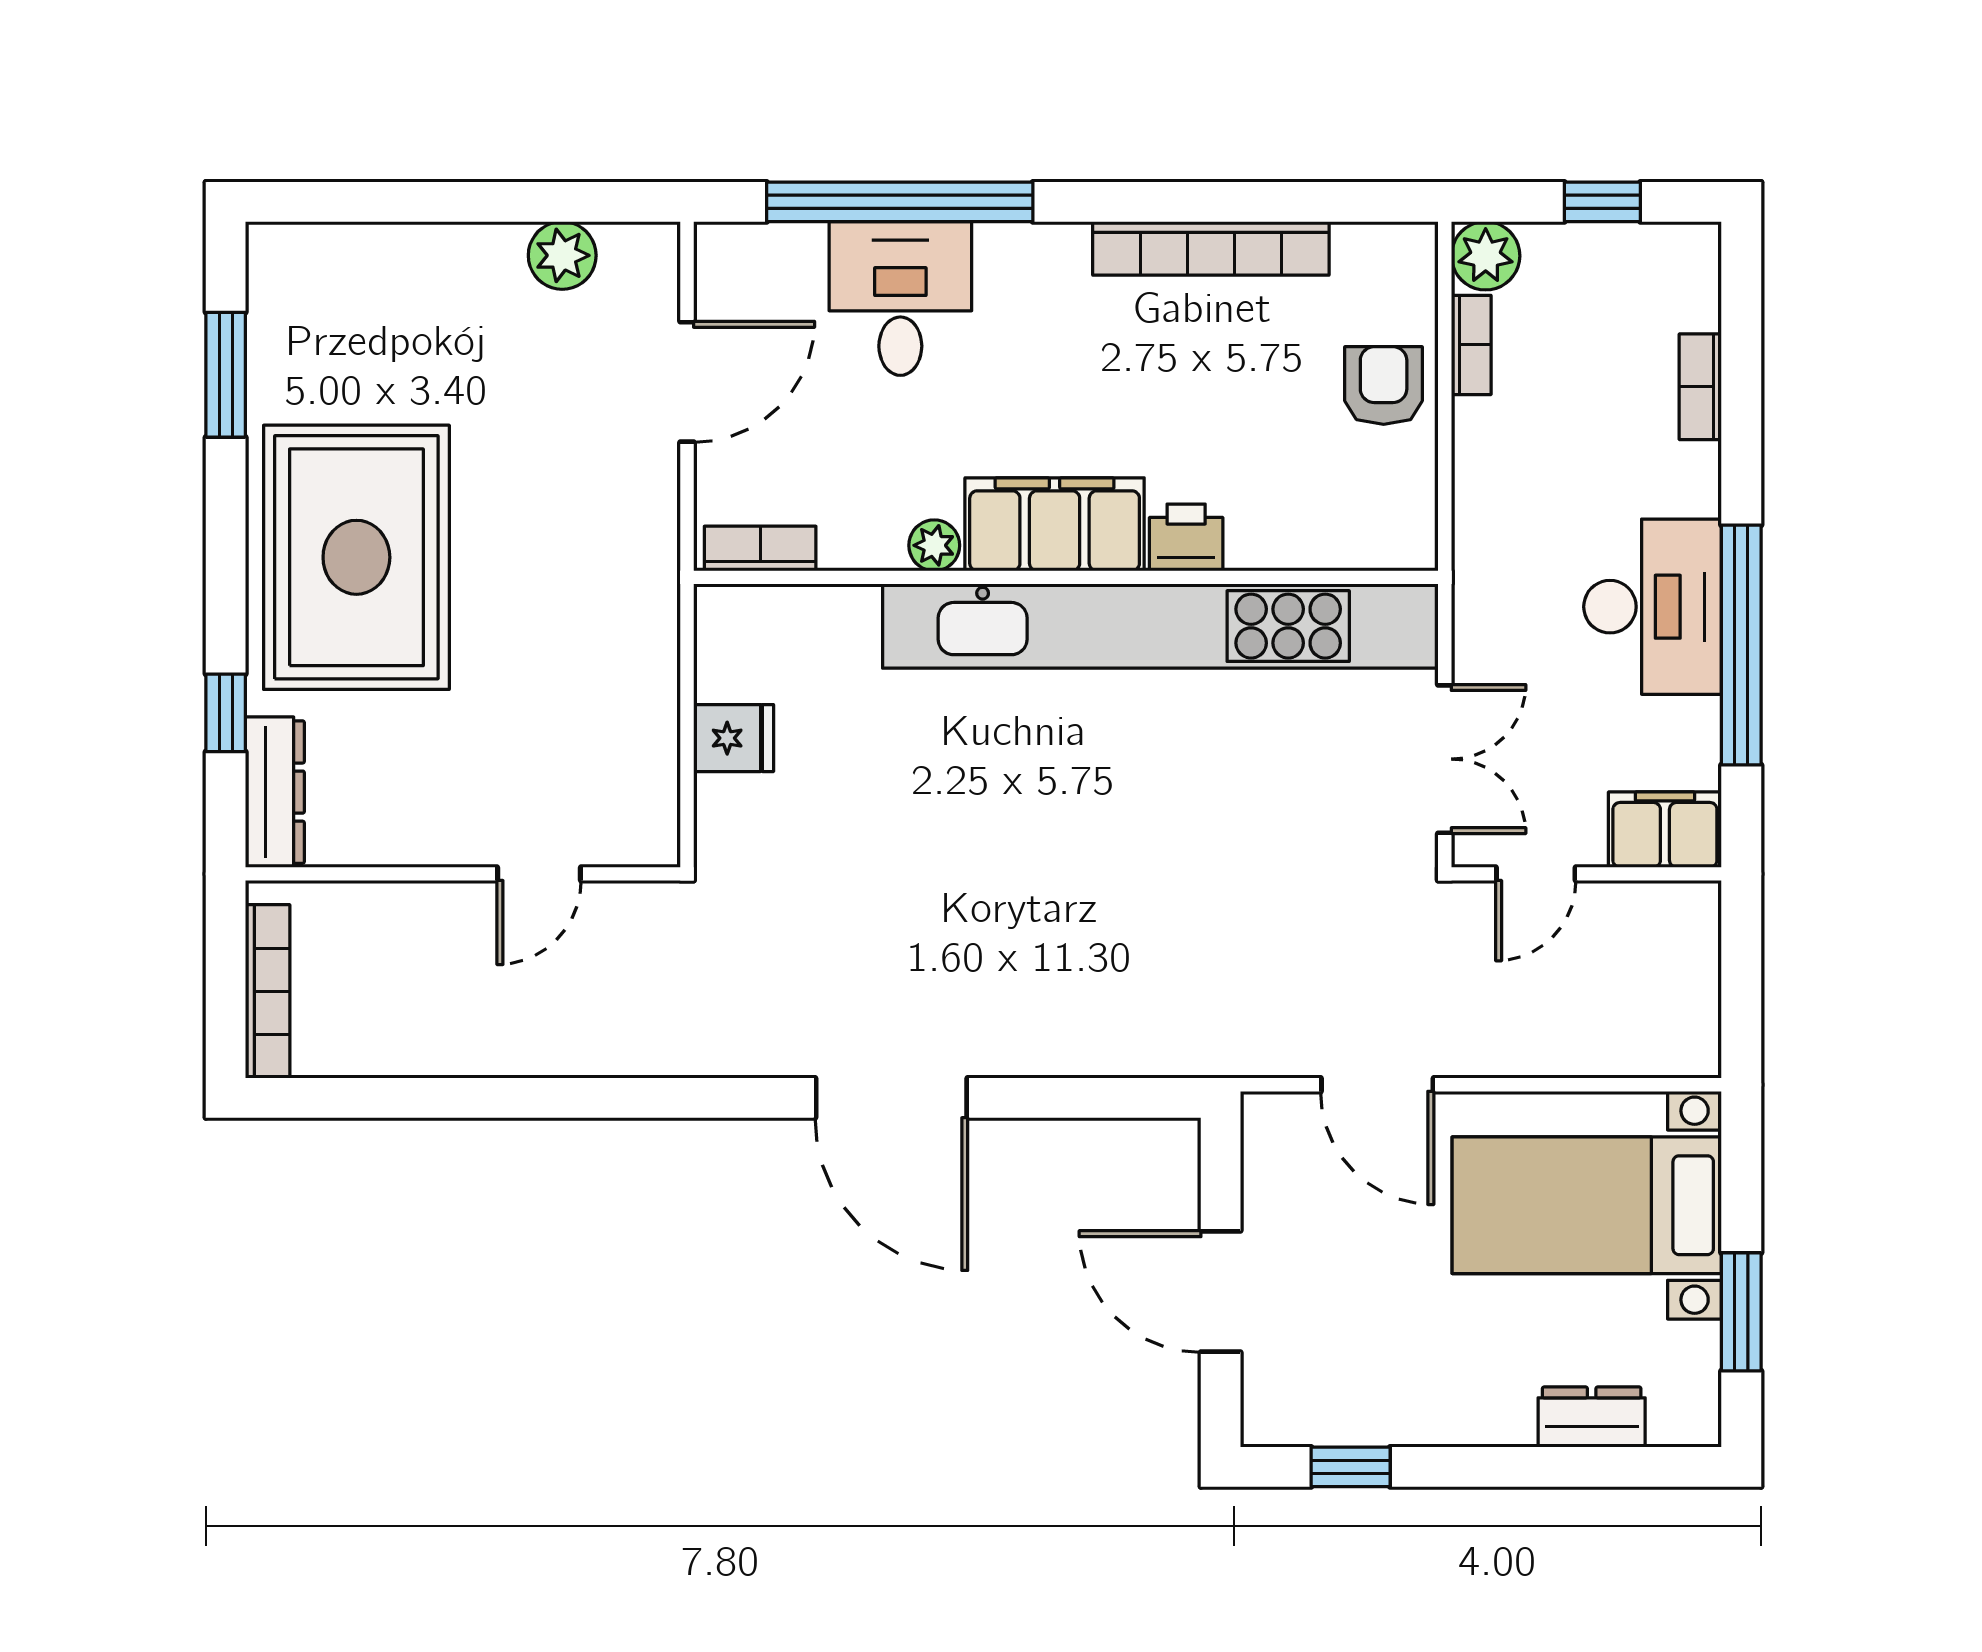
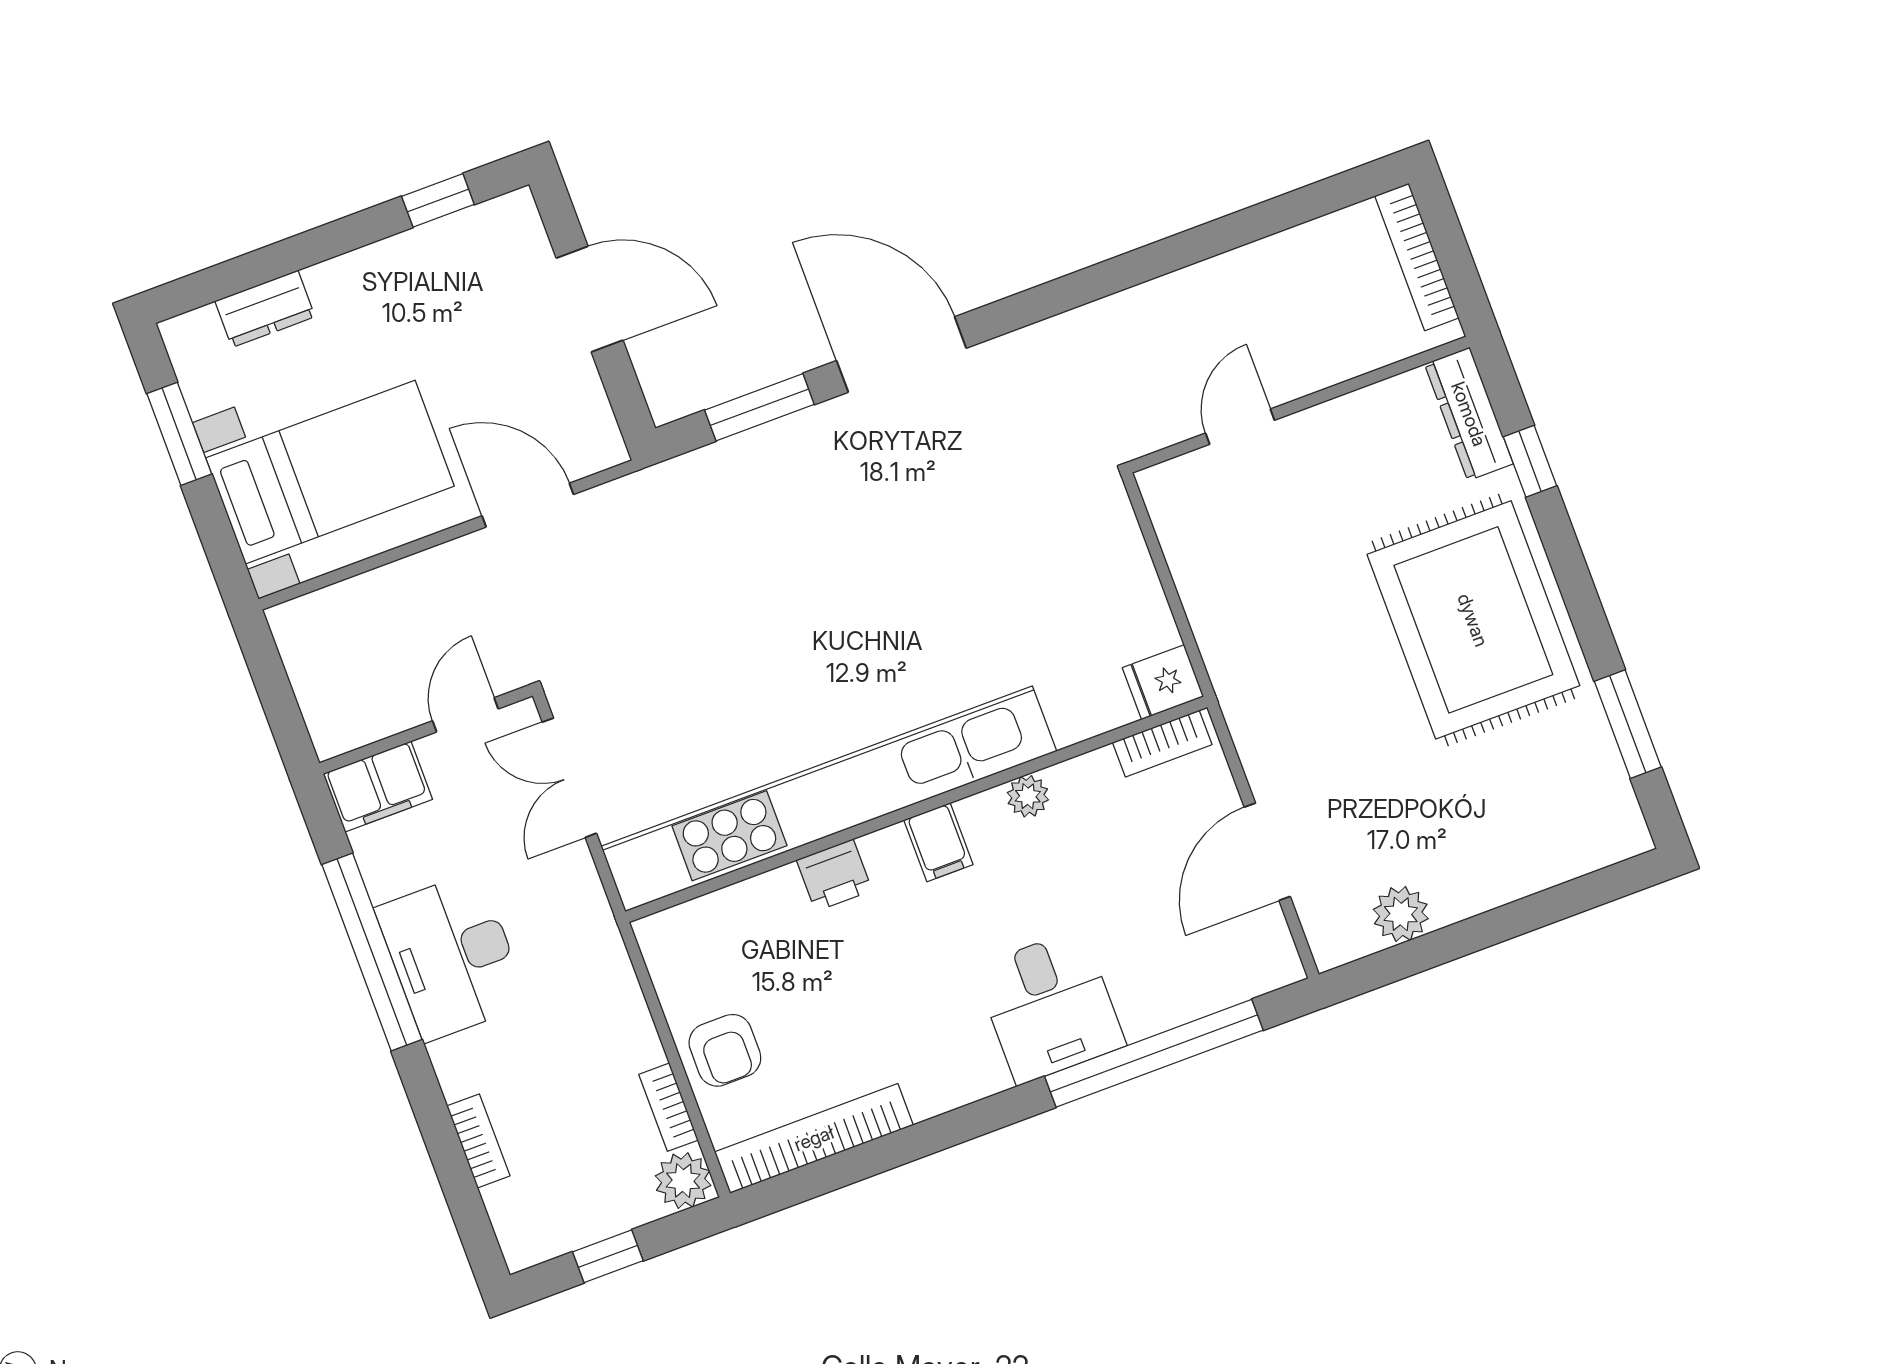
bookcase: (1211, 248) -> (814, 1138), moved
desk: (900, 298) -> (1050, 1006), moved
filing cabinet: (1055, 524) -> (938, 842), width x0.33, depth x0.86
fridge: (734, 738) -> (1163, 682), moved
window: (1074, 1098) -> (759, 407), added

